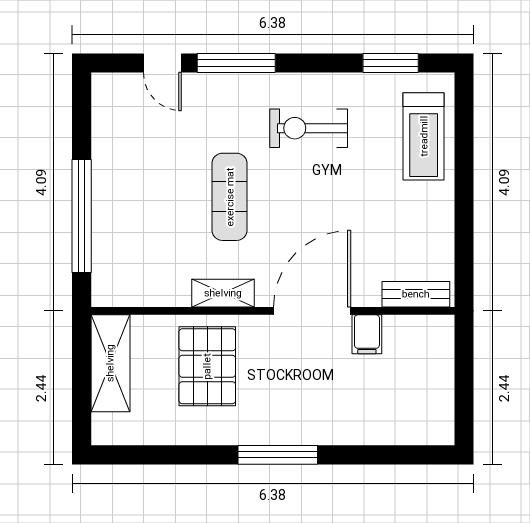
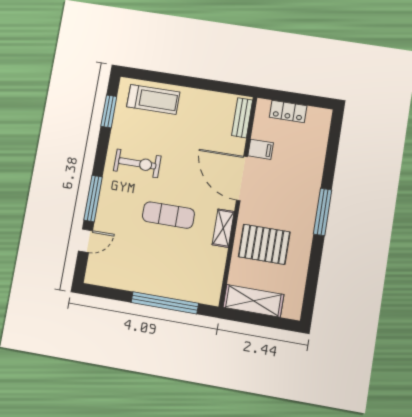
exercise bike: (309, 128) -> (137, 163), turned -90
locker: (439, 371) -> (288, 111), added

